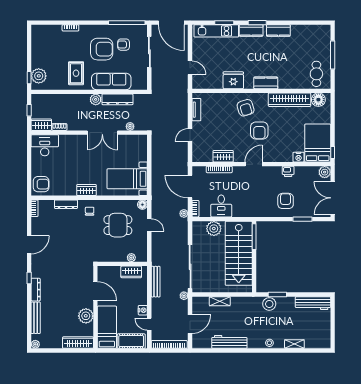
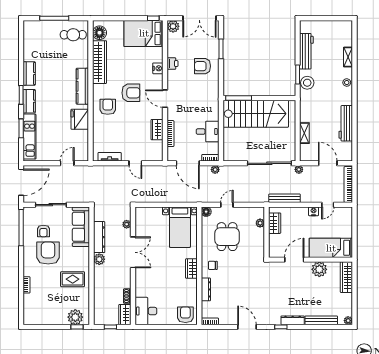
sofa: (111, 81) -> (81, 227), moved
kitchen counter: (266, 83) -> (82, 86), width x1.50
armchair: (246, 108) -> (108, 107), turned -73
nightstand: (299, 157) -> (158, 68), moved
door: (190, 187) -> (188, 163), hinge flipped
plant: (214, 229) -> (231, 139), removed
workbench: (313, 303) -> (306, 51), moved
cot: (131, 341) -> (345, 223), removed

